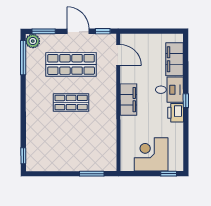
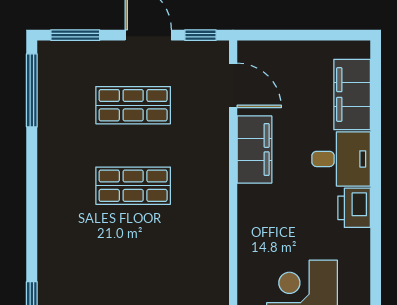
plant: (33, 41) -> (52, 56), removed
shop shelf: (71, 64) -> (133, 105), width x0.70, depth x0.74
filing cabinet: (128, 100) -> (254, 150), moved
window: (186, 101) -> (376, 182), removed

